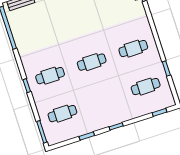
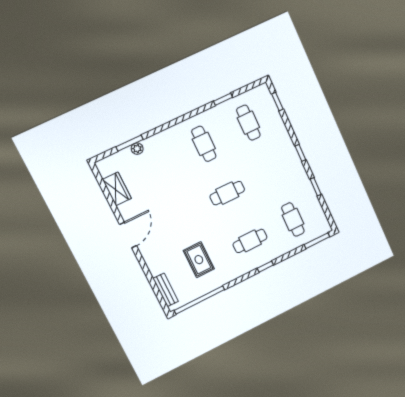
rug: (41, 32) -> (199, 260), added
cafe table: (92, 62) -> (227, 193), turned 90
cafe table: (50, 76) -> (250, 241), turned 90

